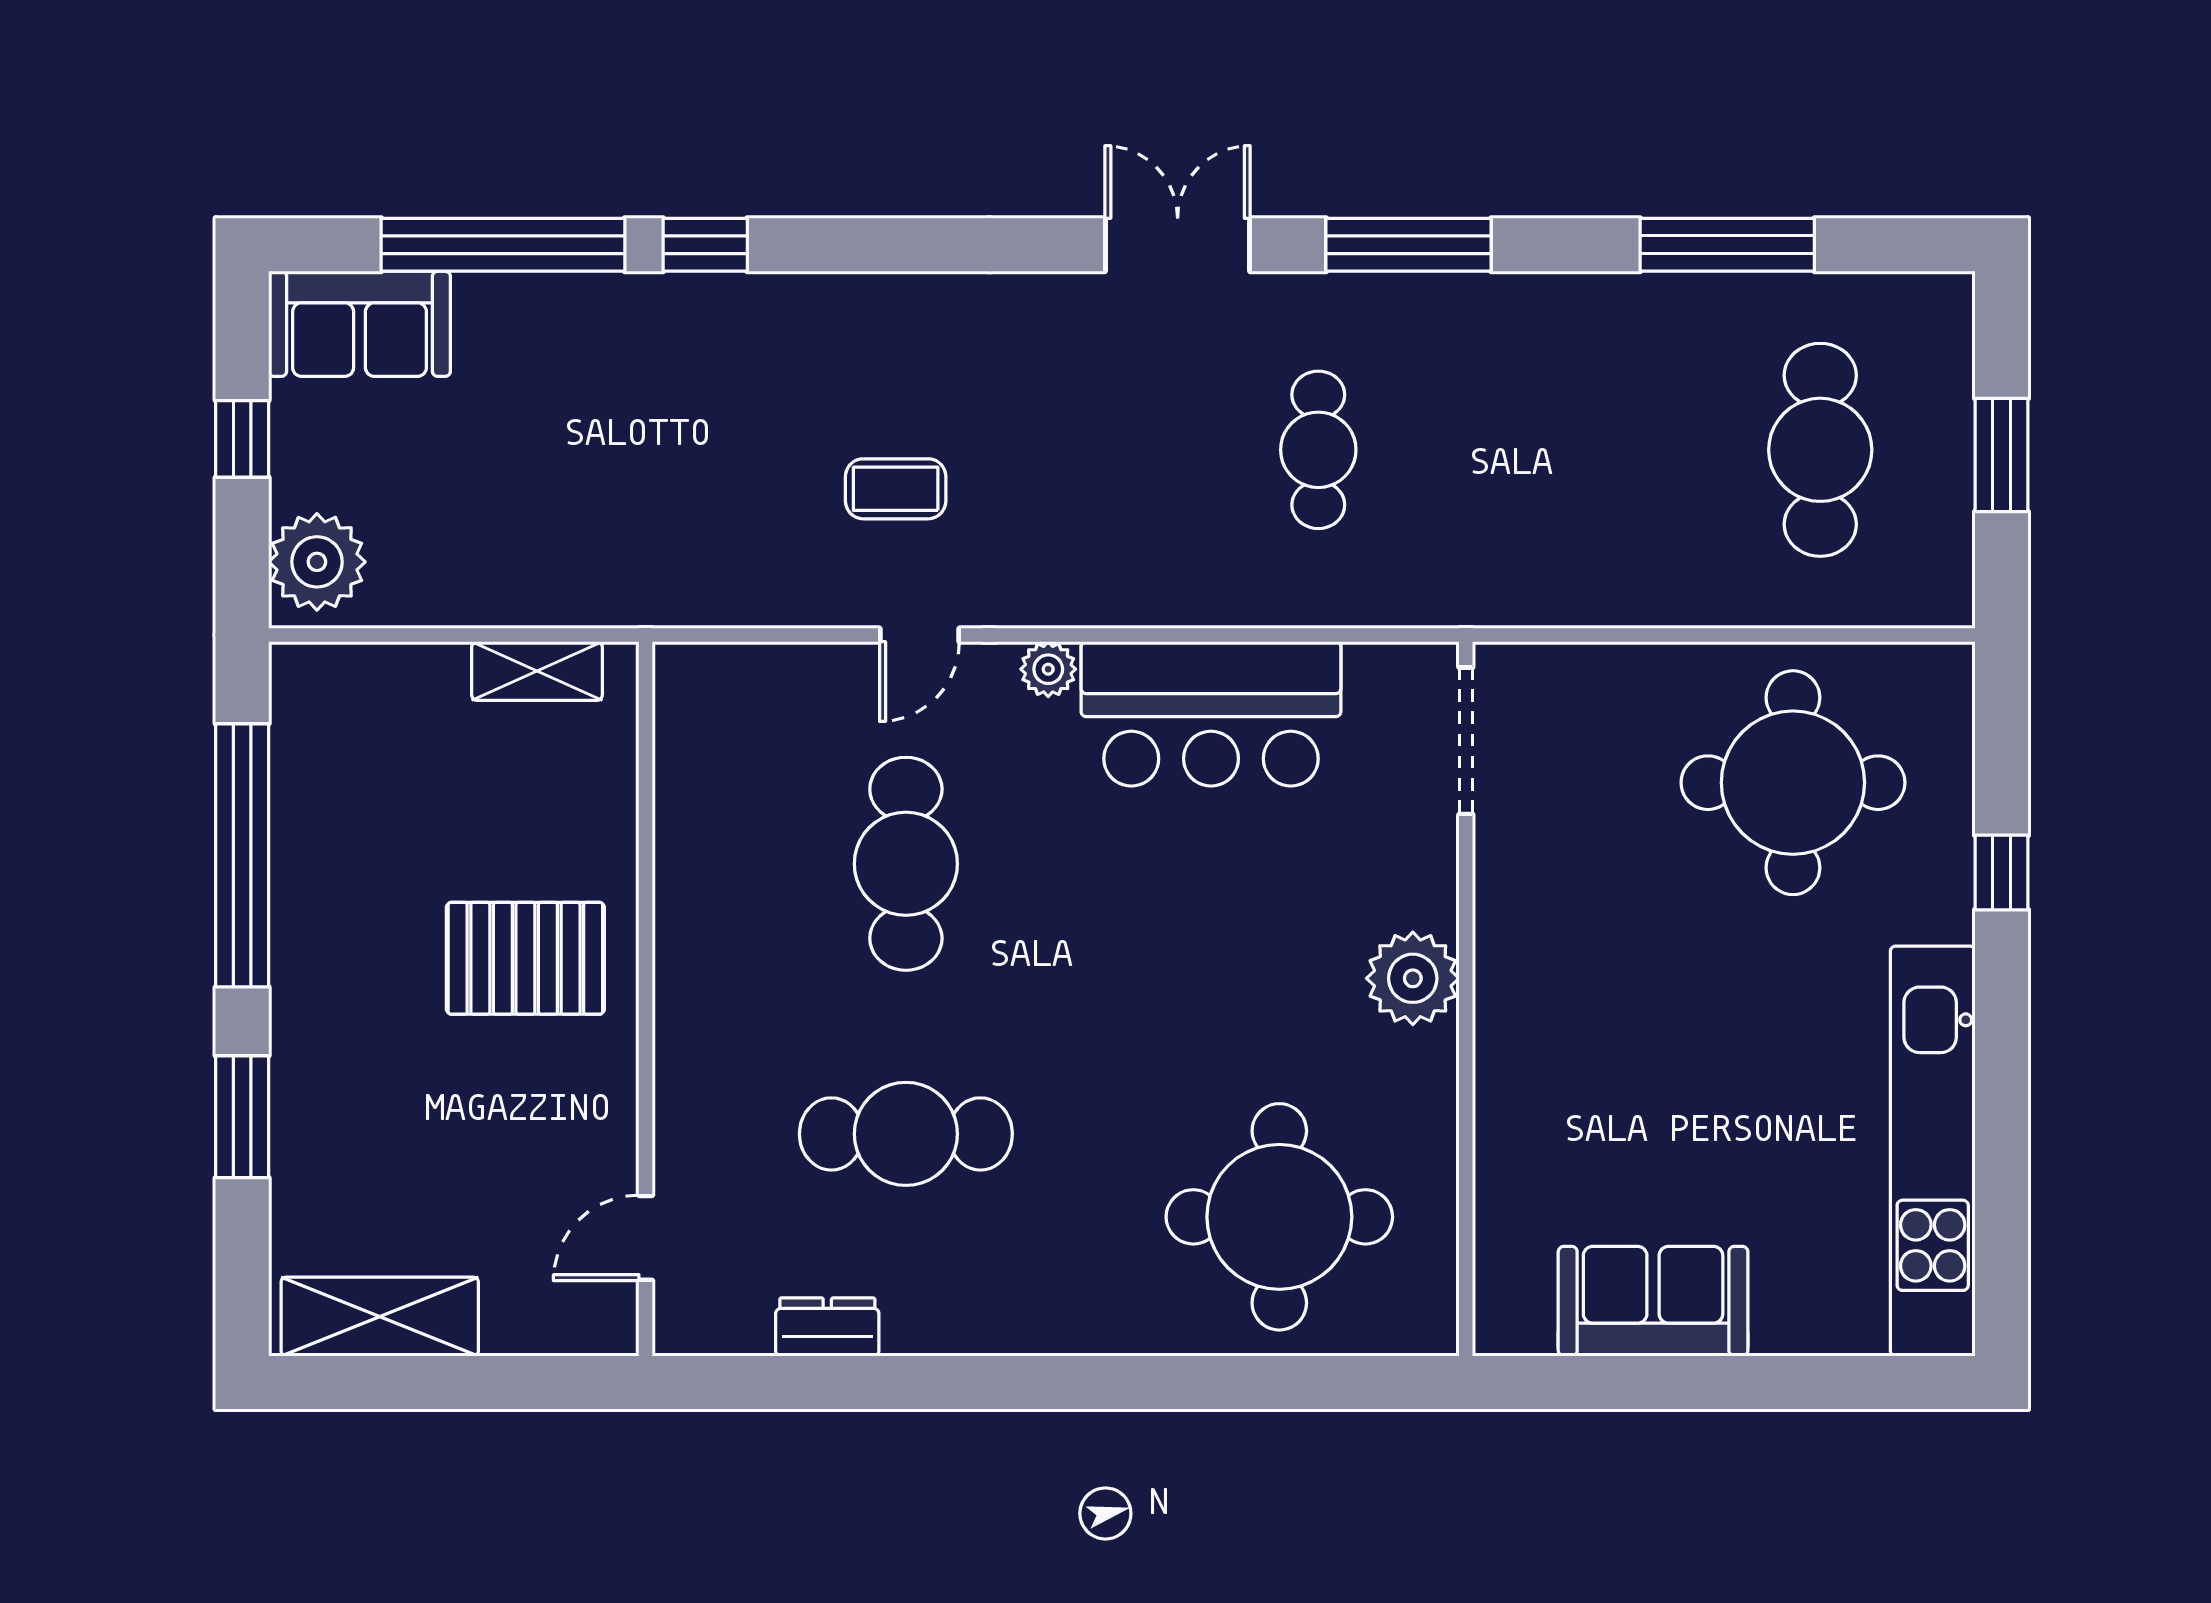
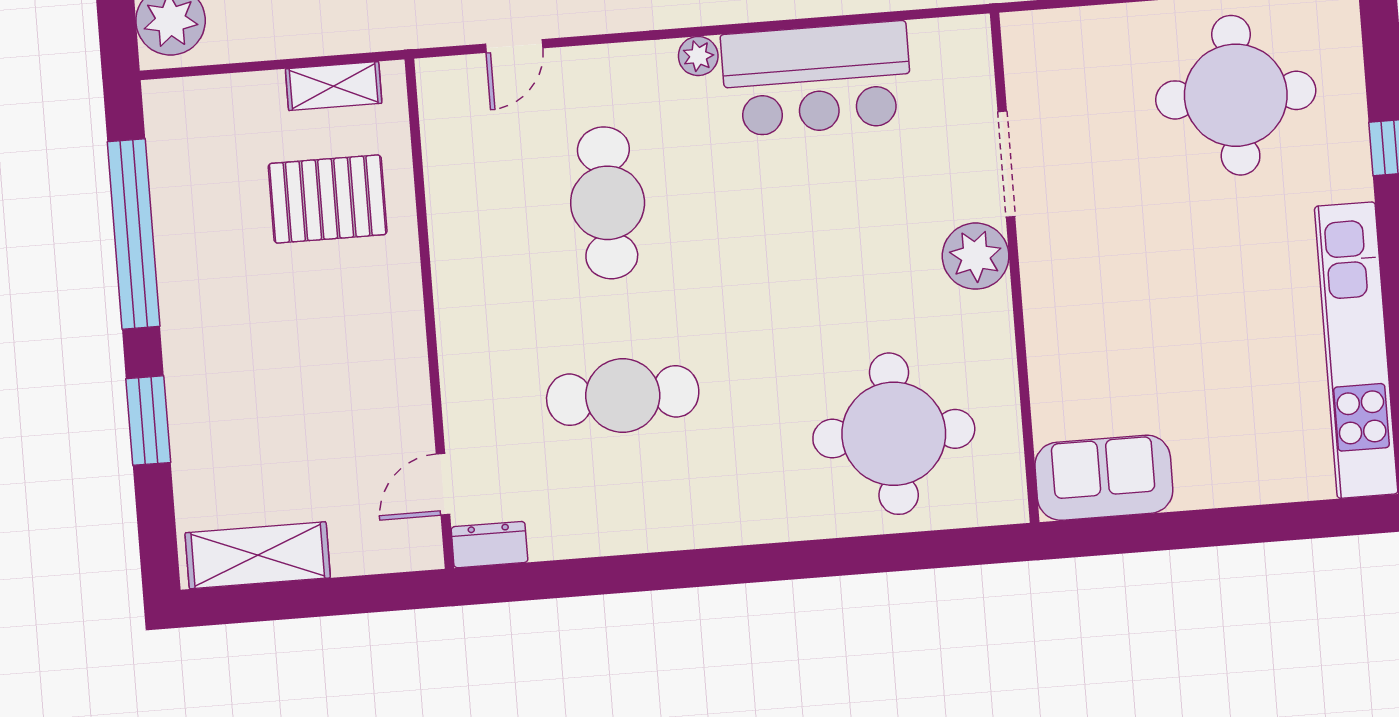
door: (919, 635) -> (514, 46), moved
doorway: (1466, 741) -> (1006, 164), moved
pallet: (525, 958) -> (328, 199), moved
sofa: (1653, 1301) -> (1104, 478), moved
dresser: (827, 1327) -> (489, 545), moved

